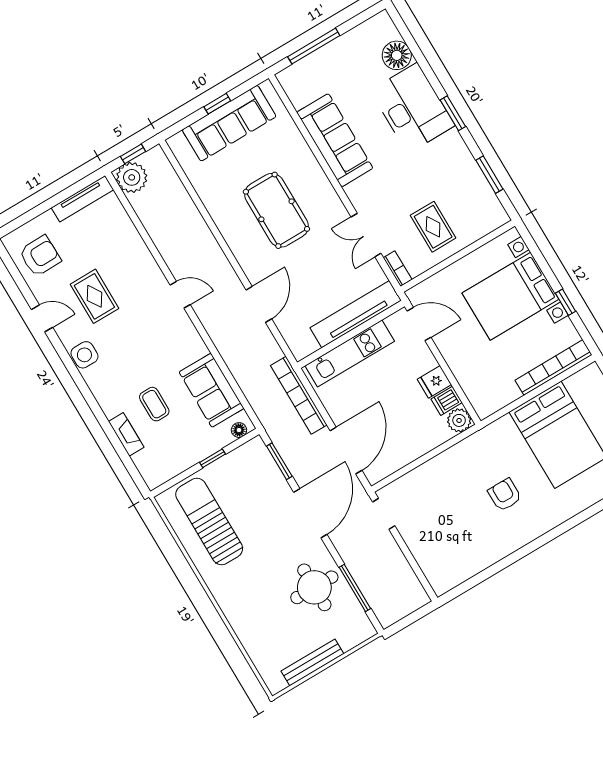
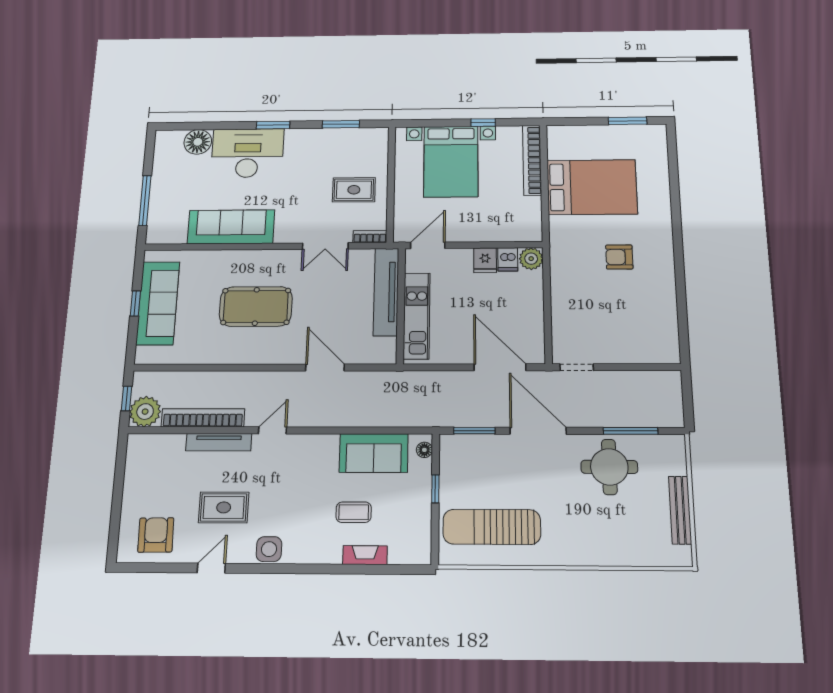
tv unit: (83, 199) -> (219, 442), moved, turned 90
bookcase: (299, 395) -> (203, 418), moved, turned 180

